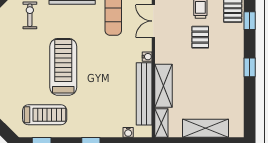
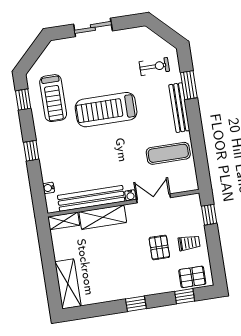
double door: (153, 21) -> (154, 198), moved
pallet: (200, 37) -> (159, 247), turned 90
treadmill: (63, 67) -> (106, 110), turned 180
shelving: (206, 128) -> (68, 284), moved

